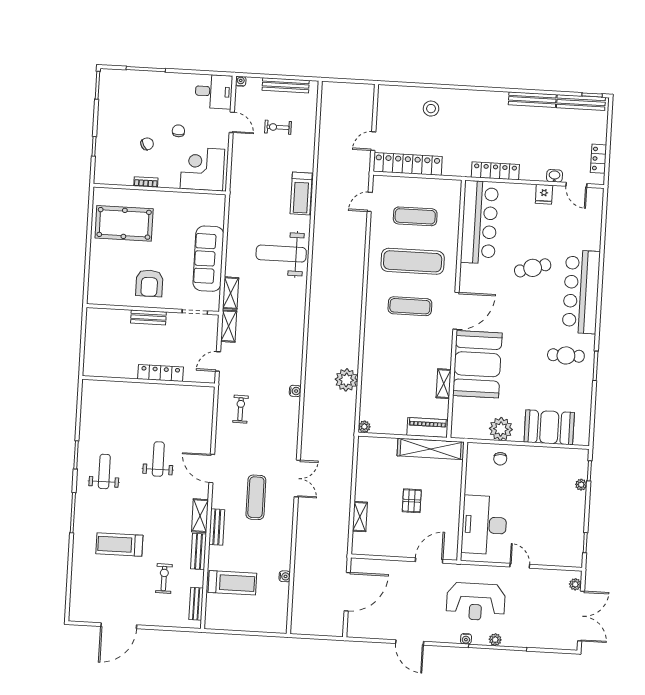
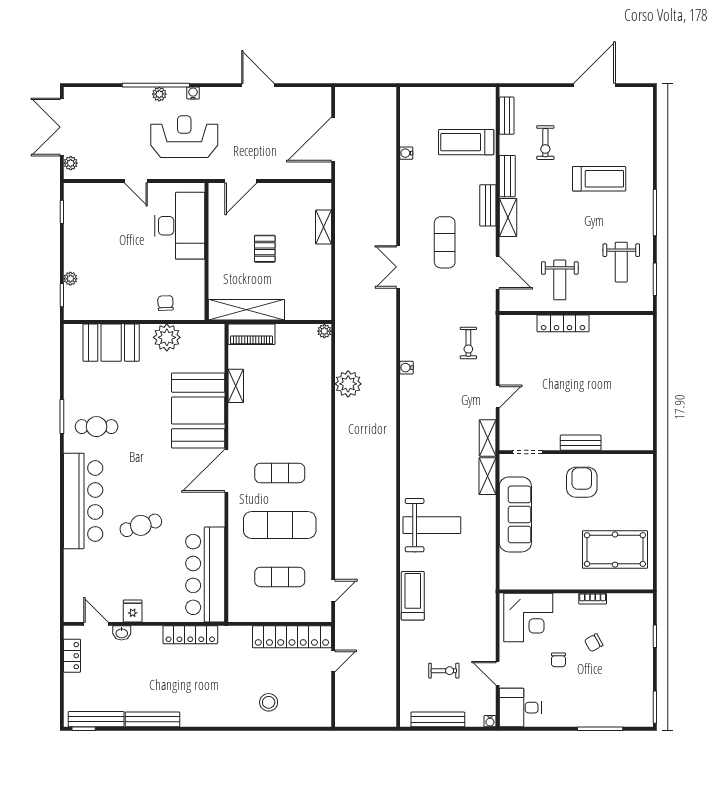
locker: (160, 373) -> (563, 323), moved
wall: (149, 381) -> (576, 313), moved

